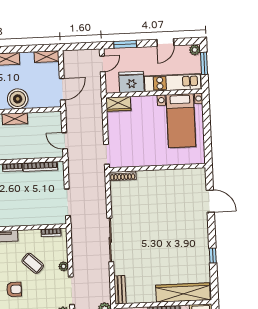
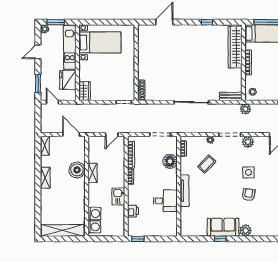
door: (165, 43) -> (38, 52), swing flipped
floor lamp: (34, 216) -> (170, 161), added
armchair: (14, 289) -> (227, 180), removed

